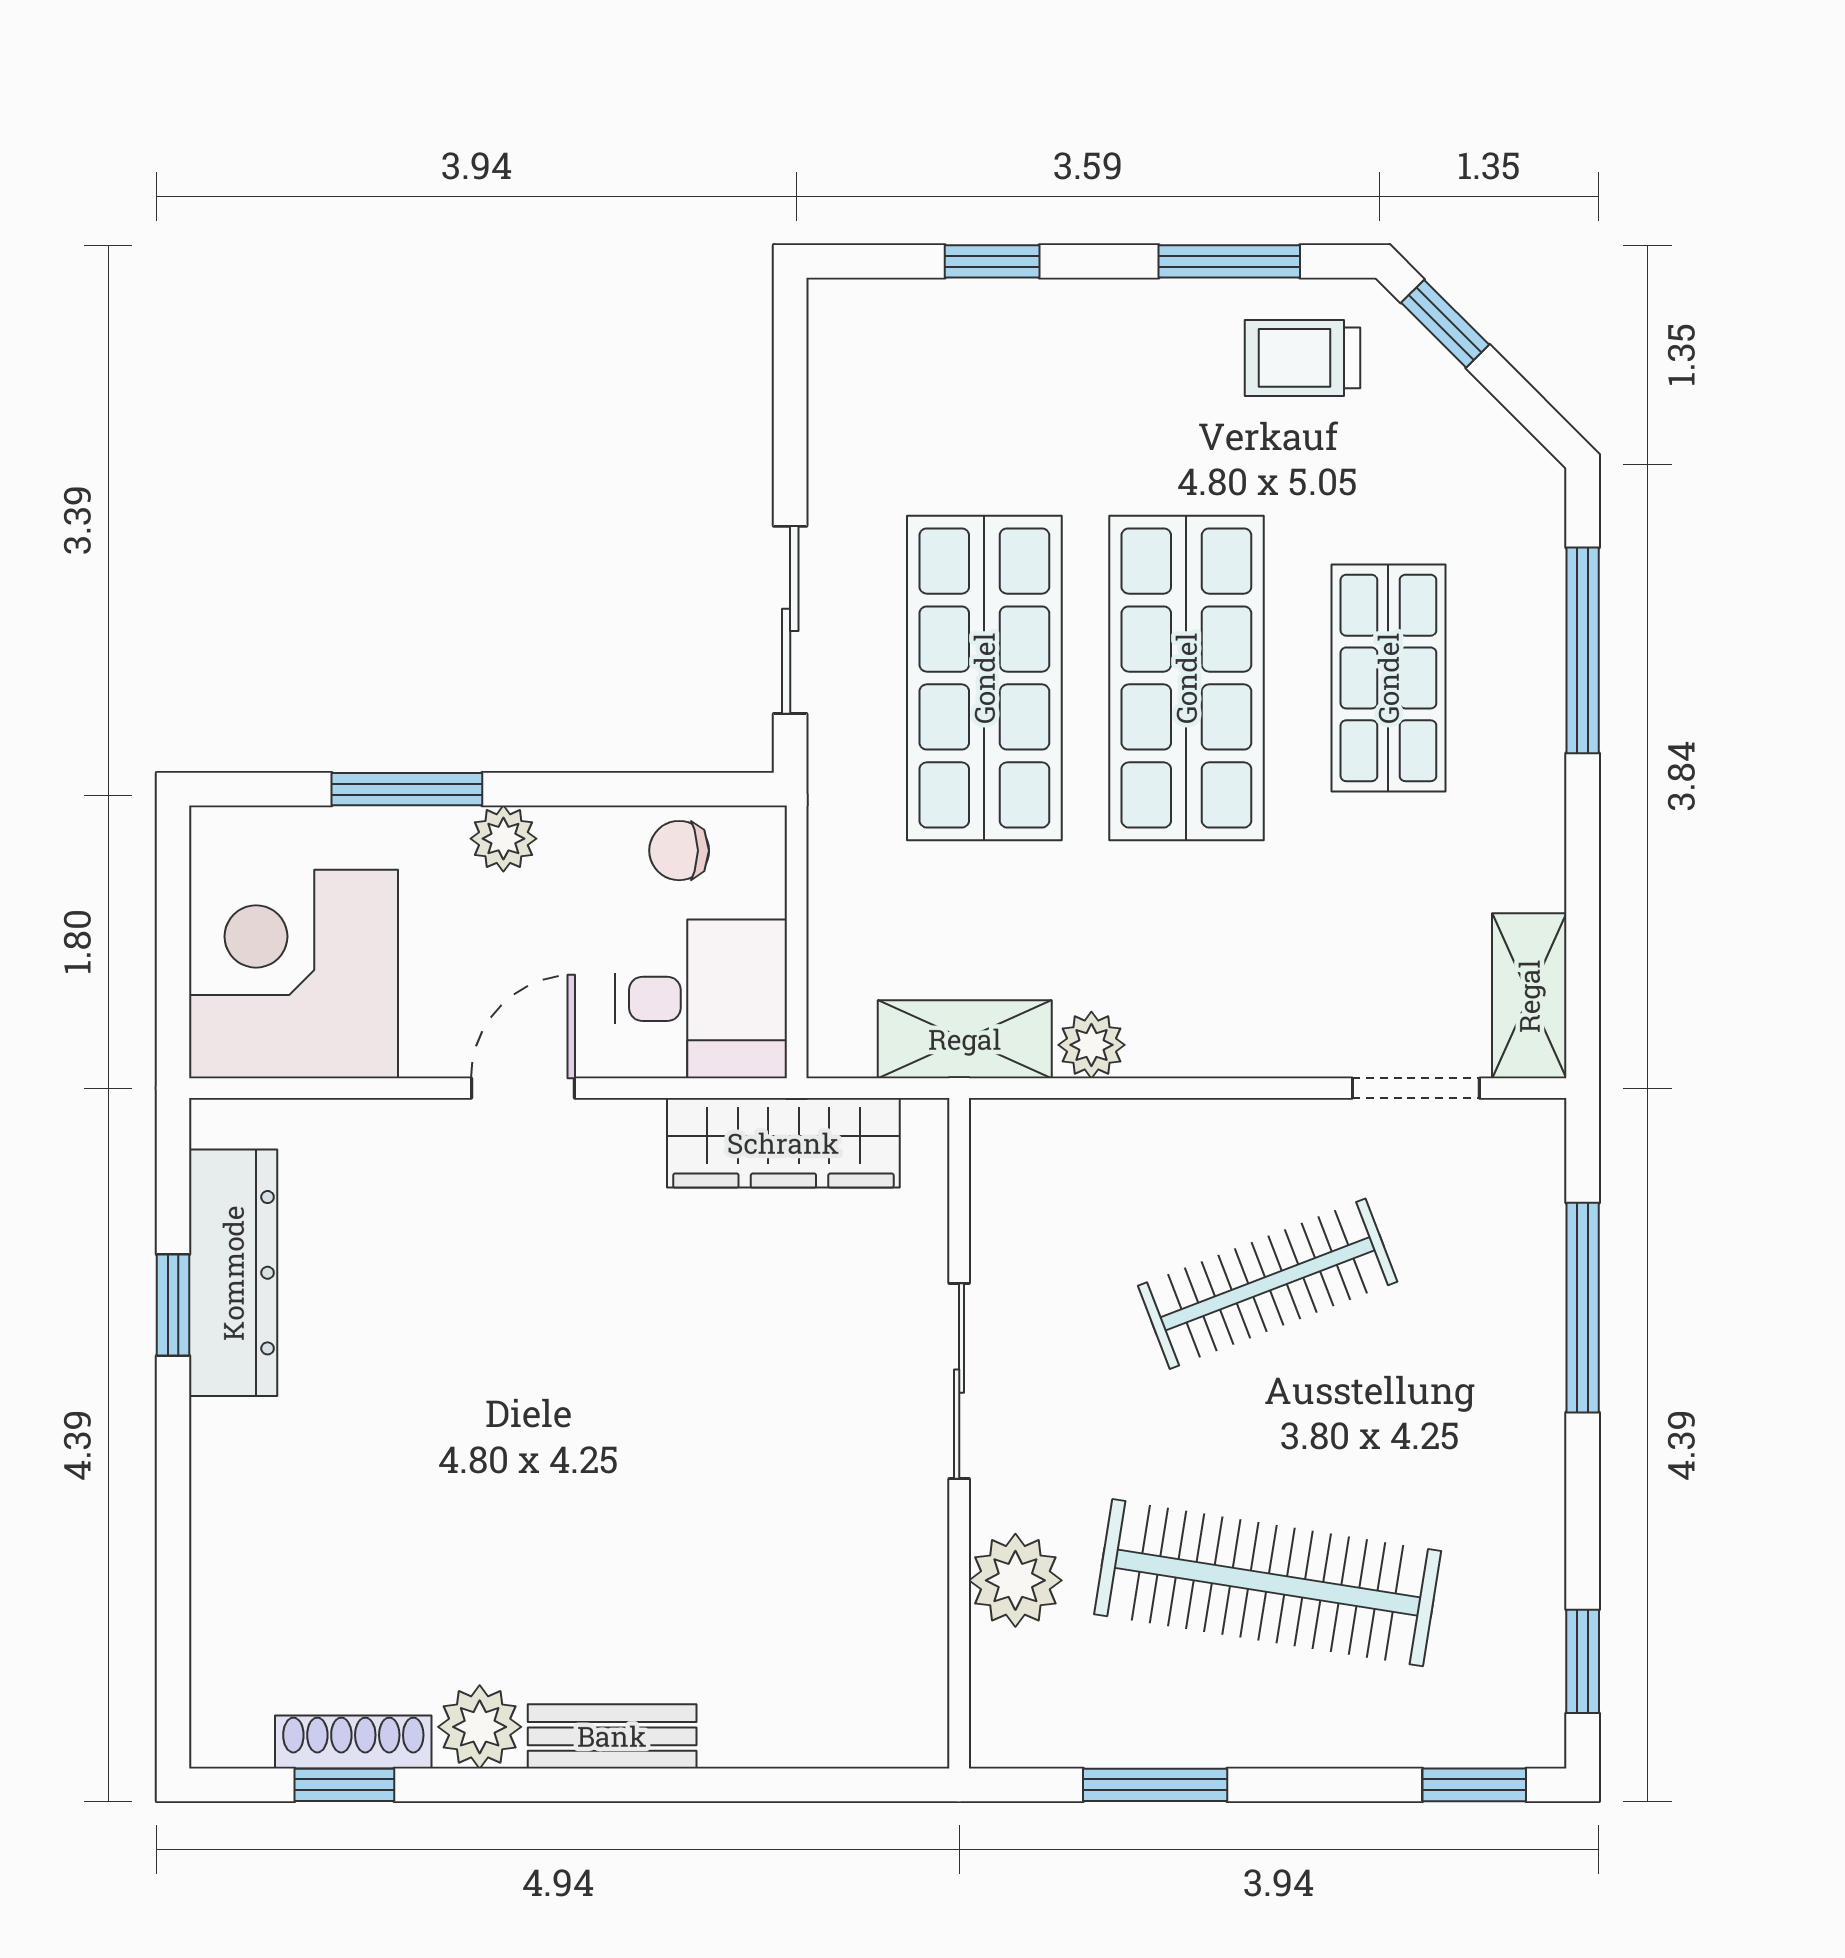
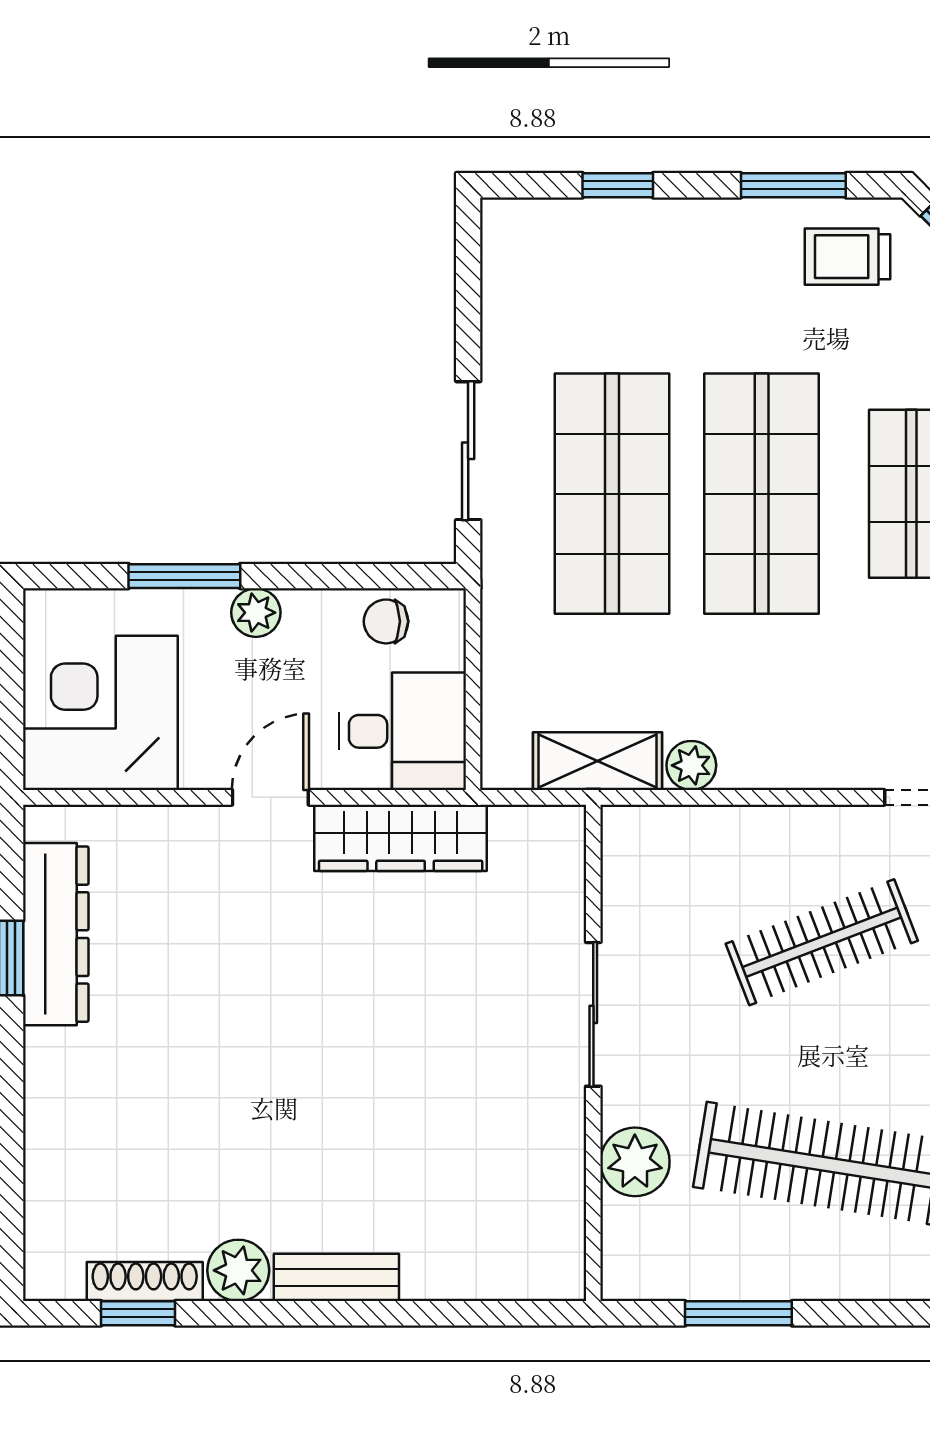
wardrobe: (783, 1143) -> (401, 838), moved

